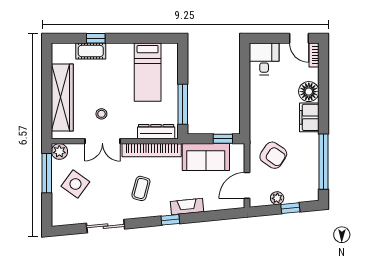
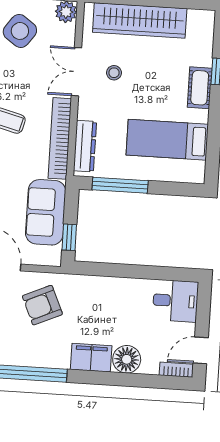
cot: (91, 51) -> (200, 88), moved
armchair: (273, 155) -> (42, 305), turned 32

